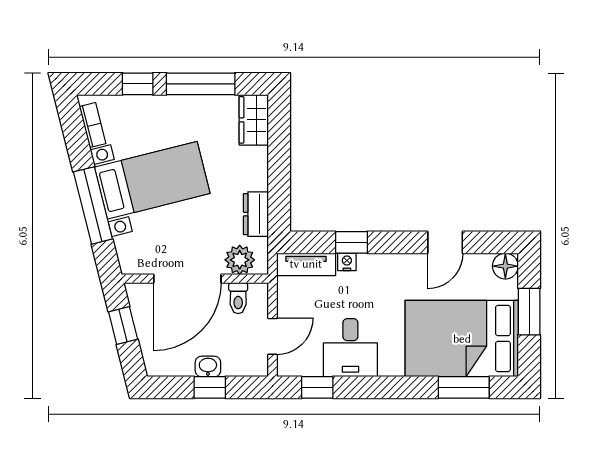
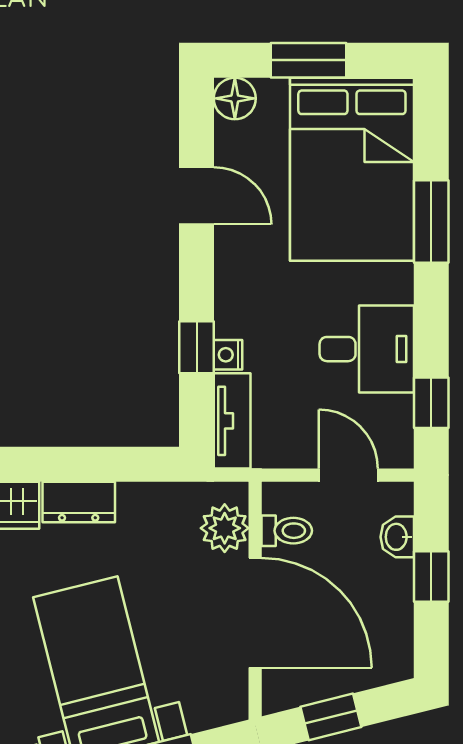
dresser: (256, 214) -> (79, 502), moved
washbasin: (208, 366) -> (397, 537), moved
window: (464, 387) -> (431, 221), moved

